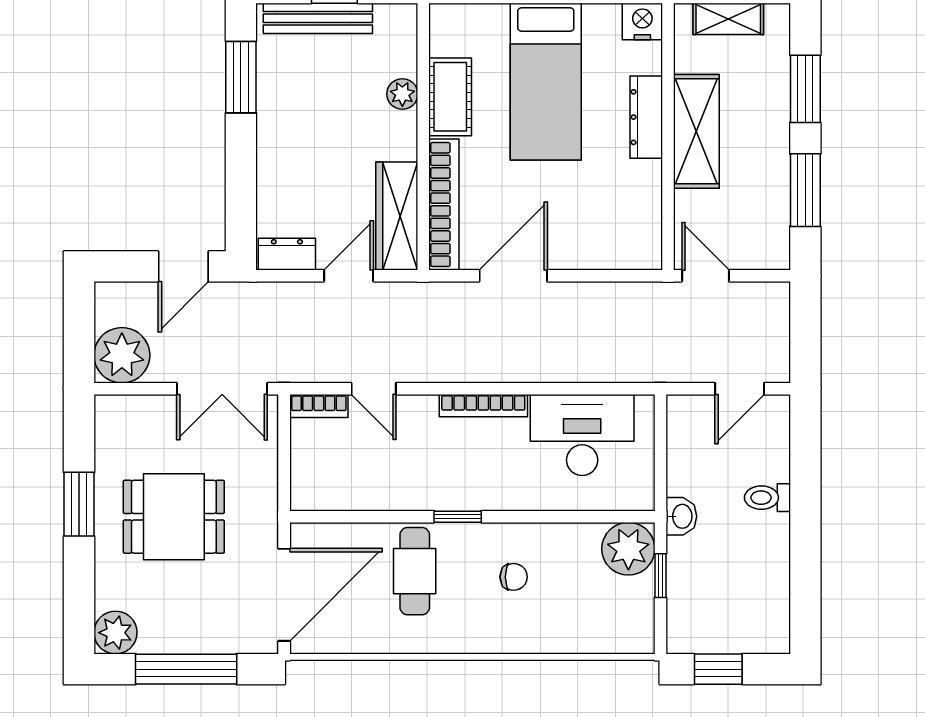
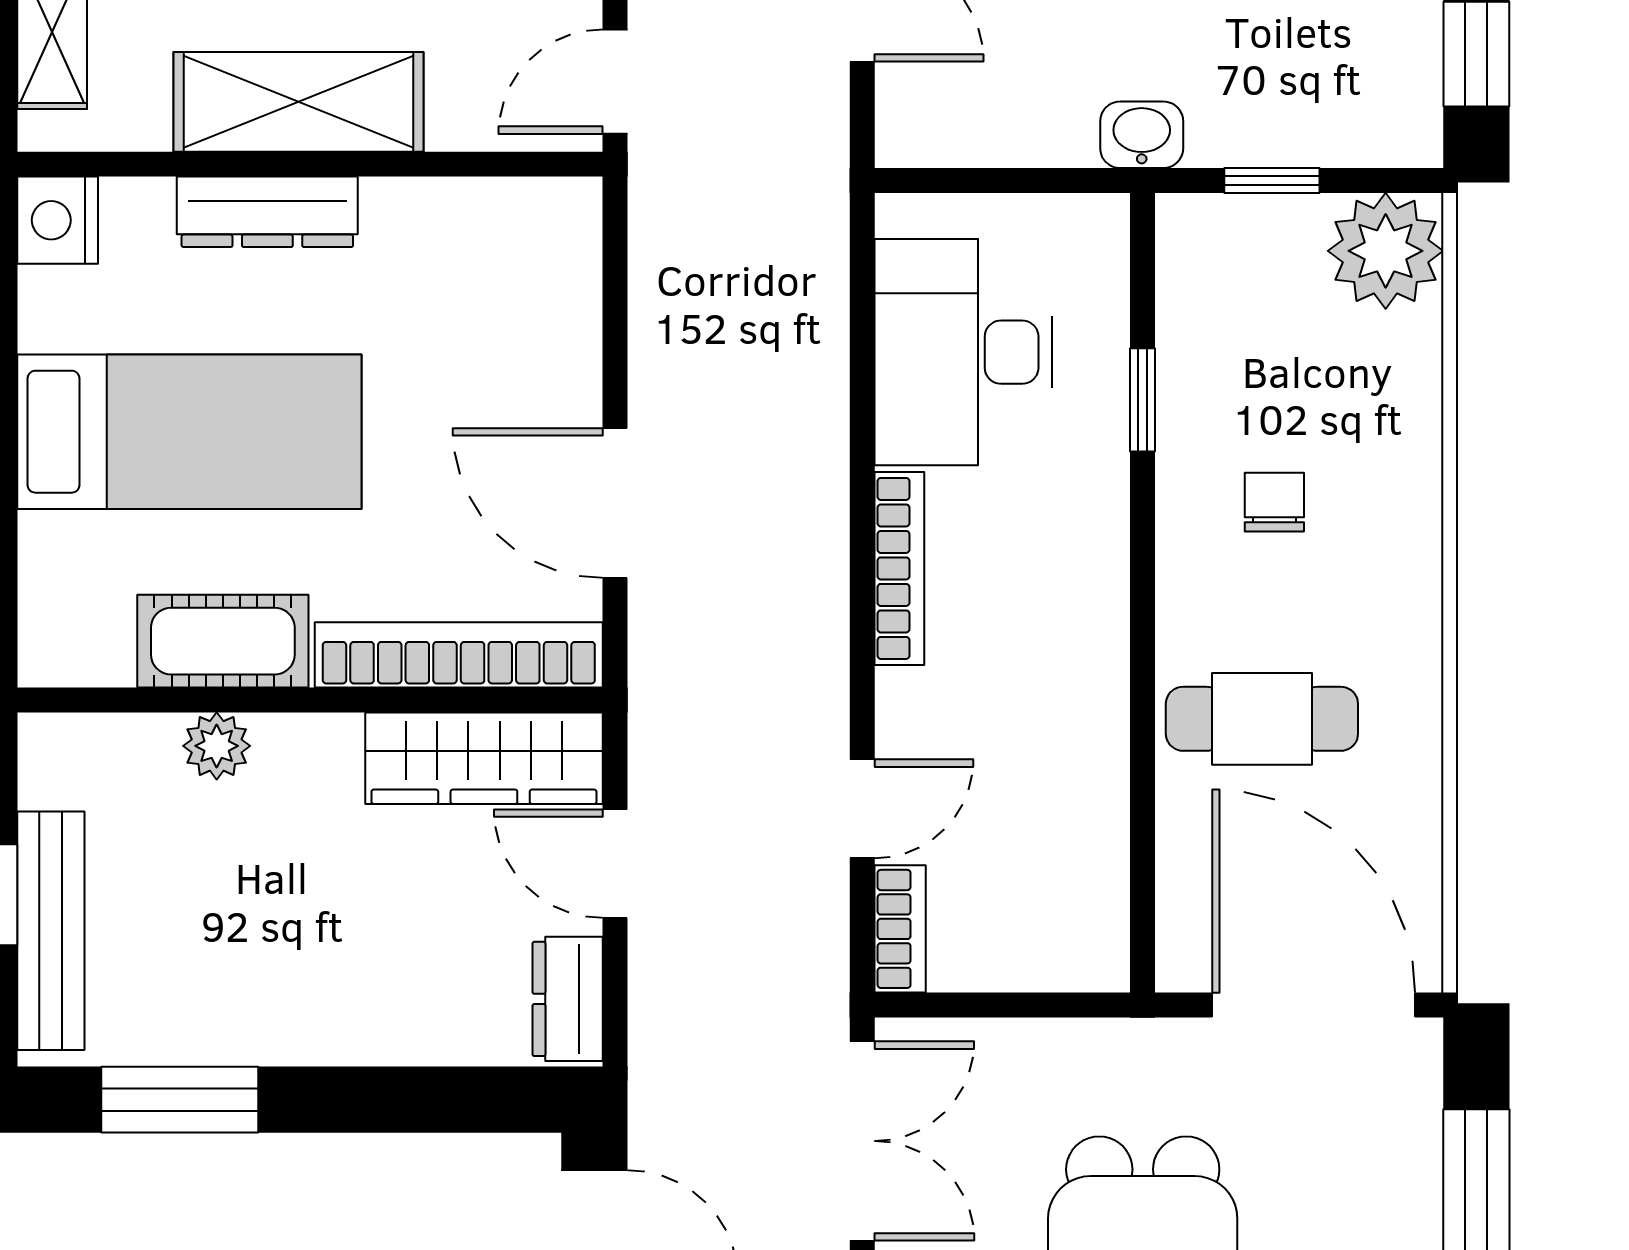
window: (458, 517) -> (1143, 400), moved
plant: (628, 549) -> (1386, 251), moved

